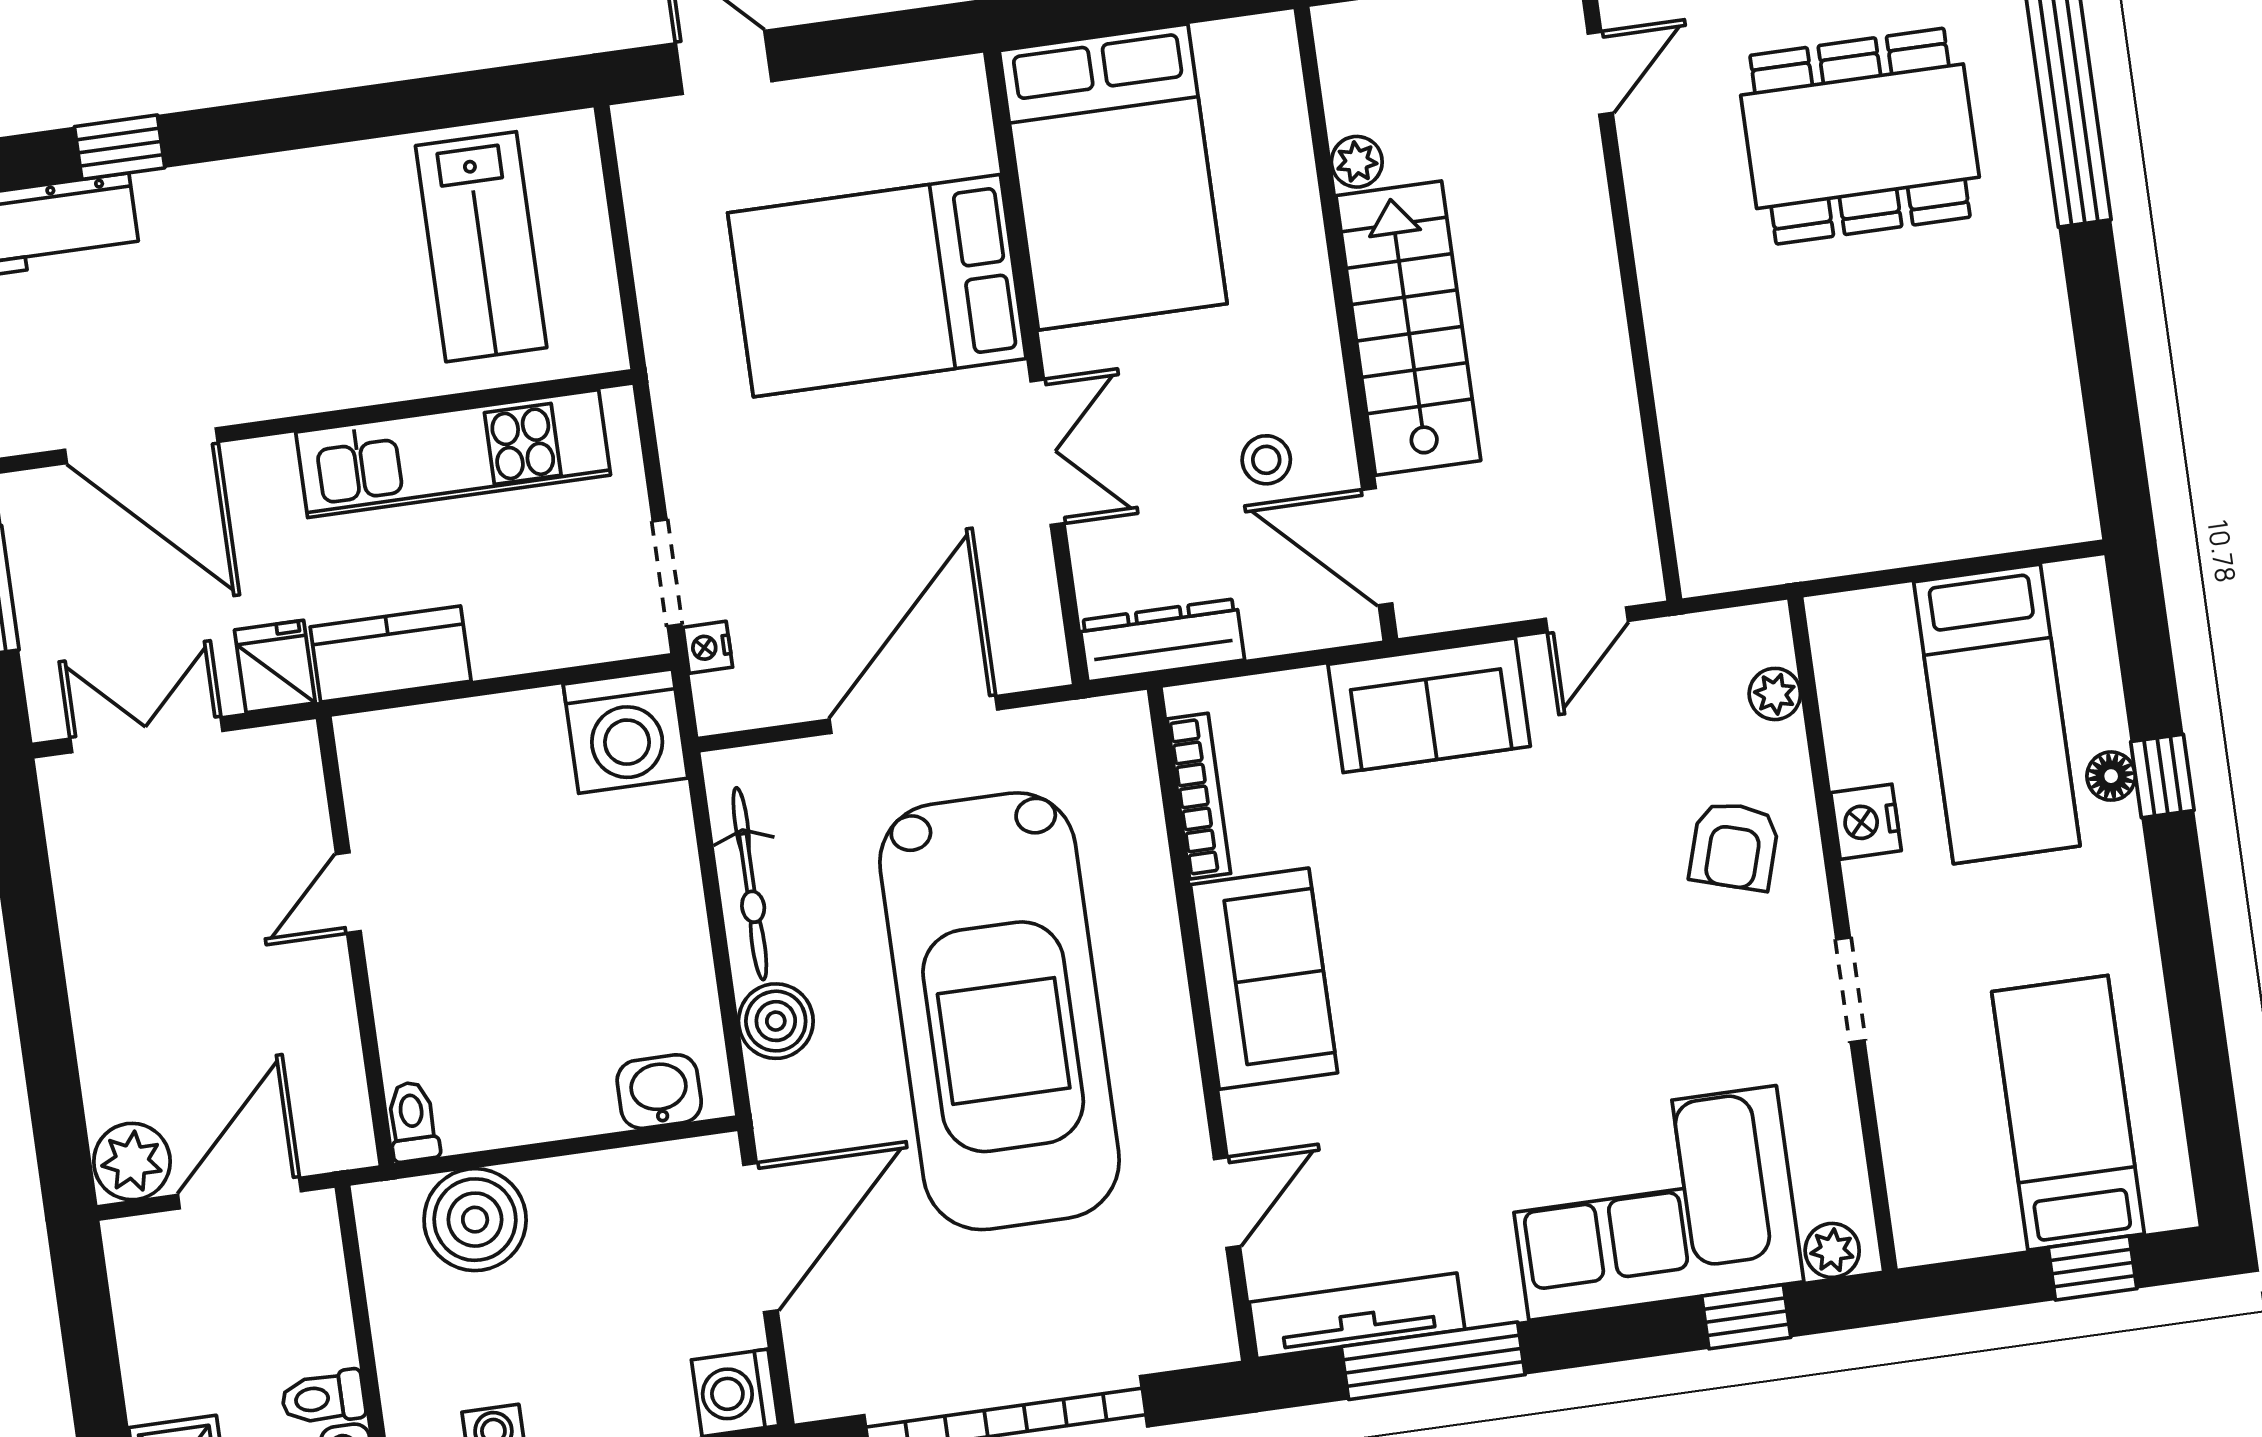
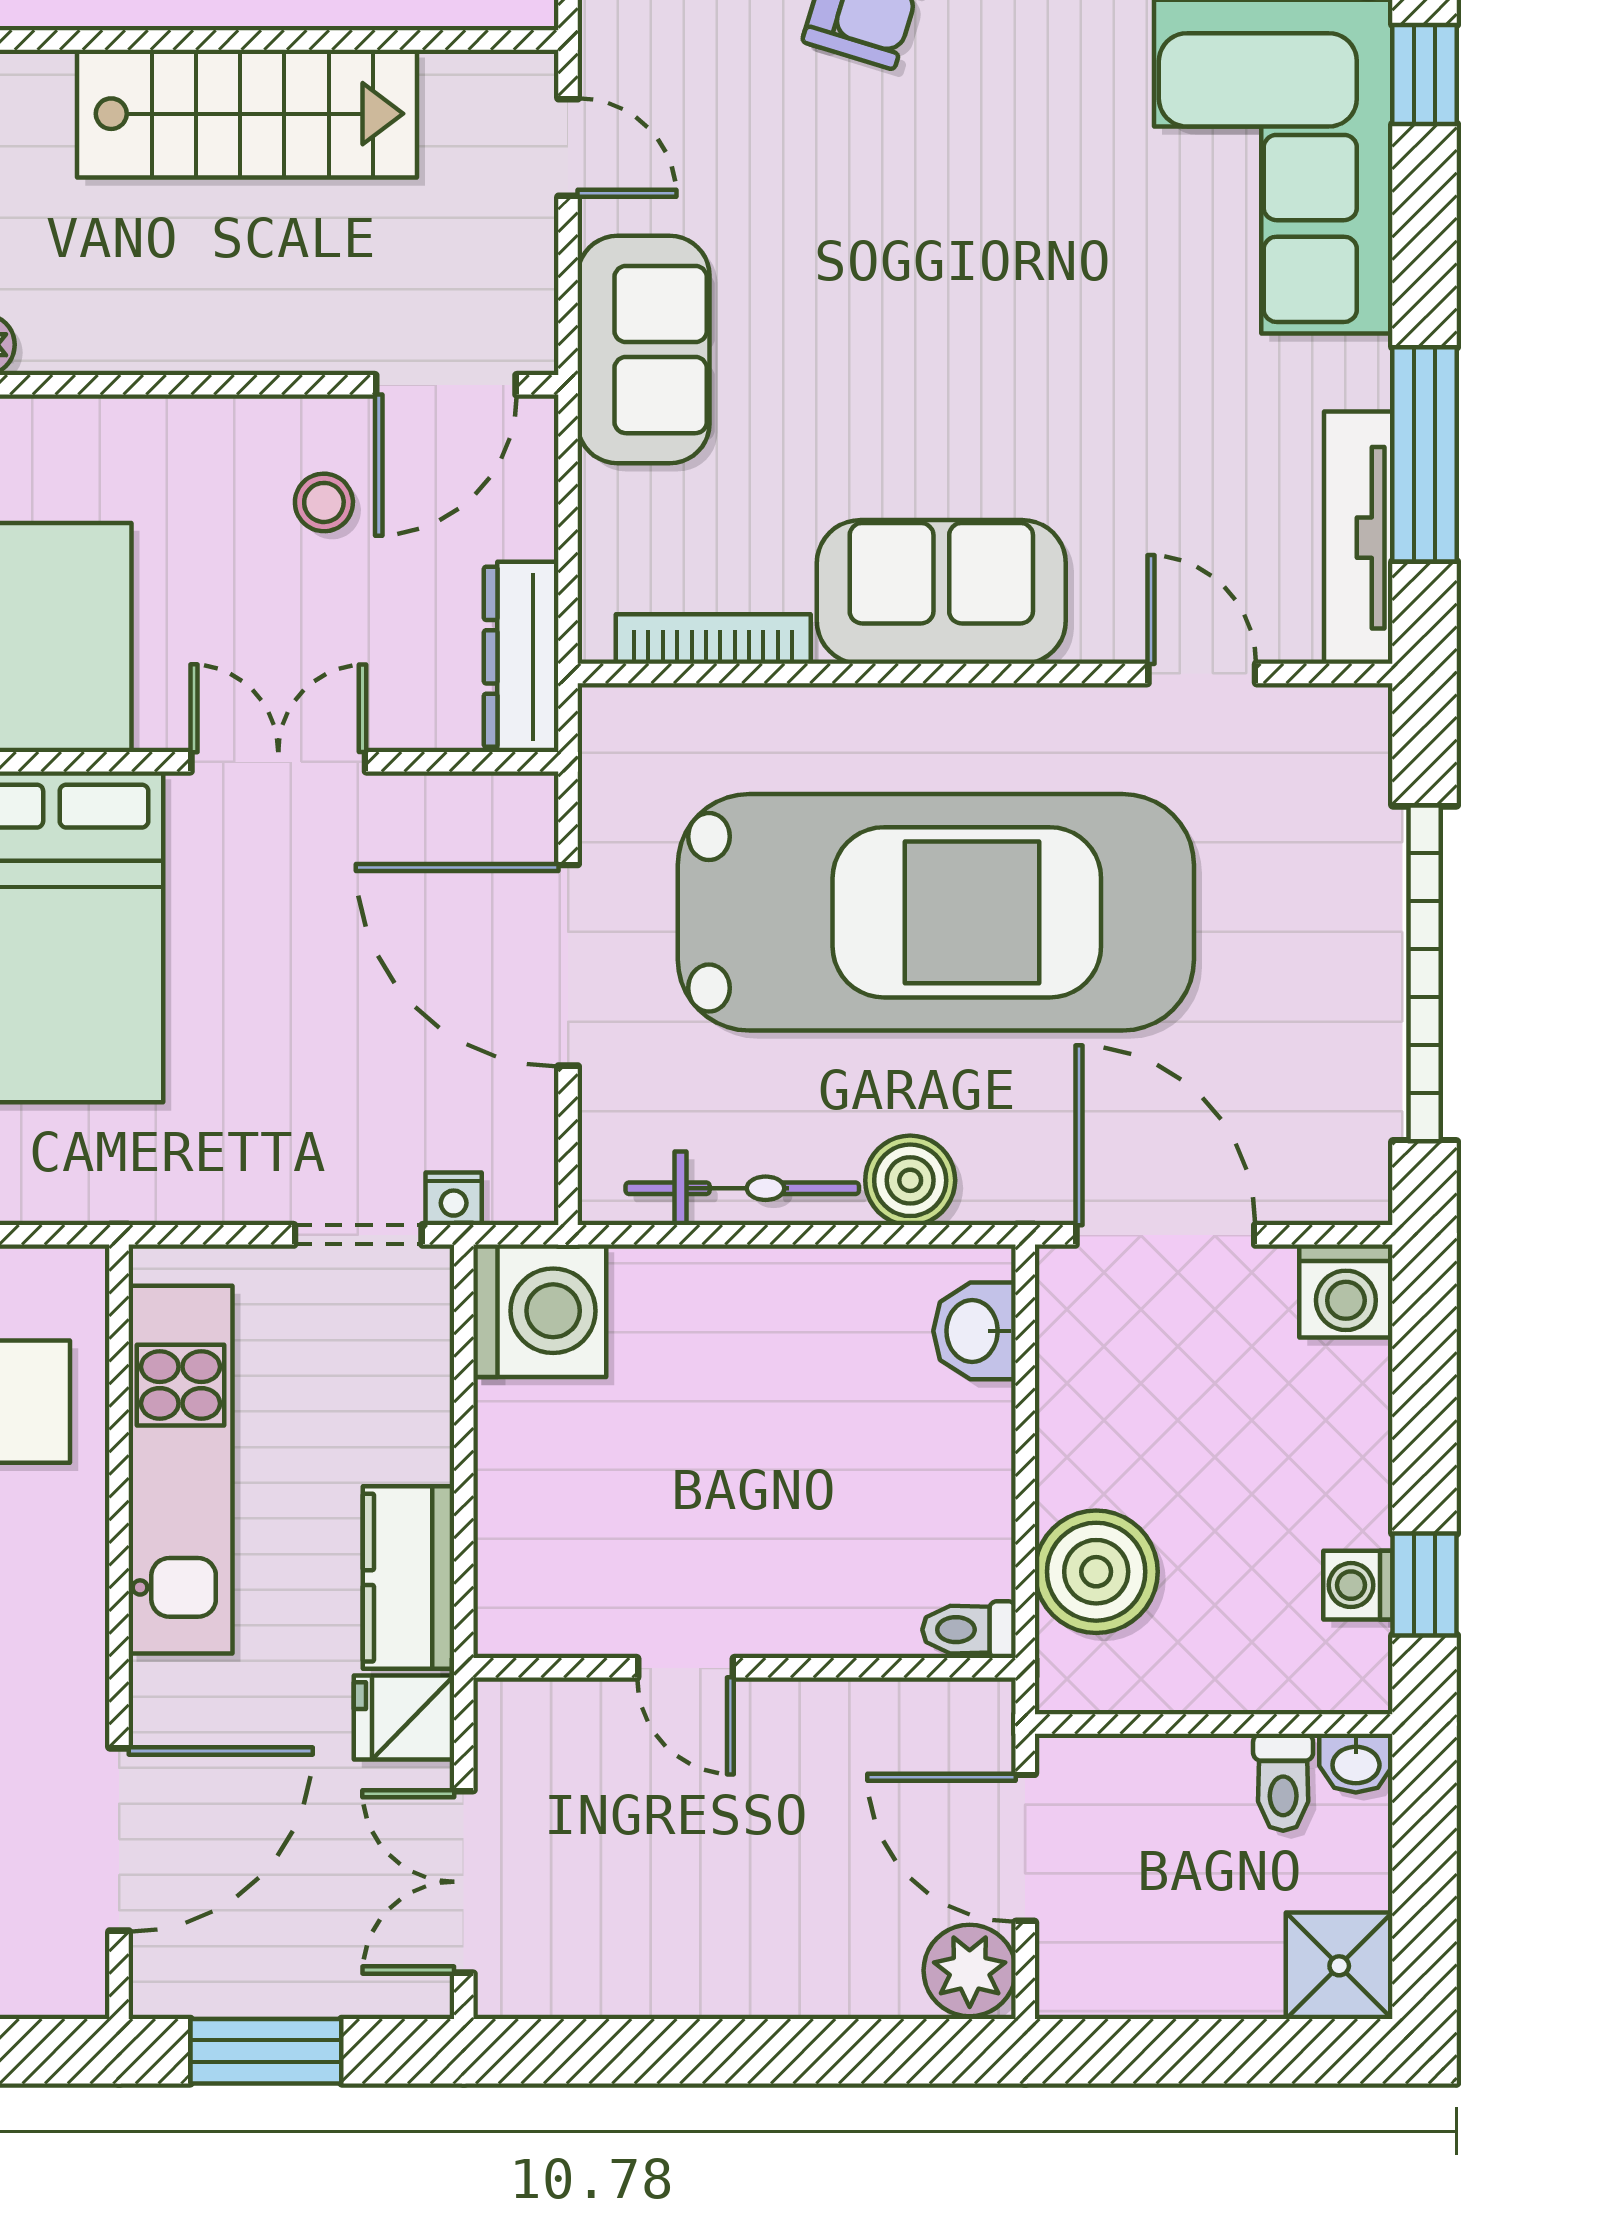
stairs: (1408, 328) -> (247, 114), moved, turned 180

